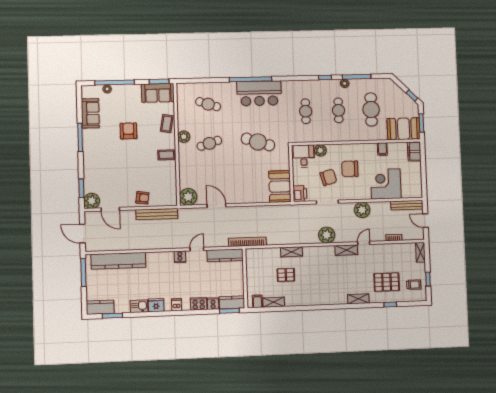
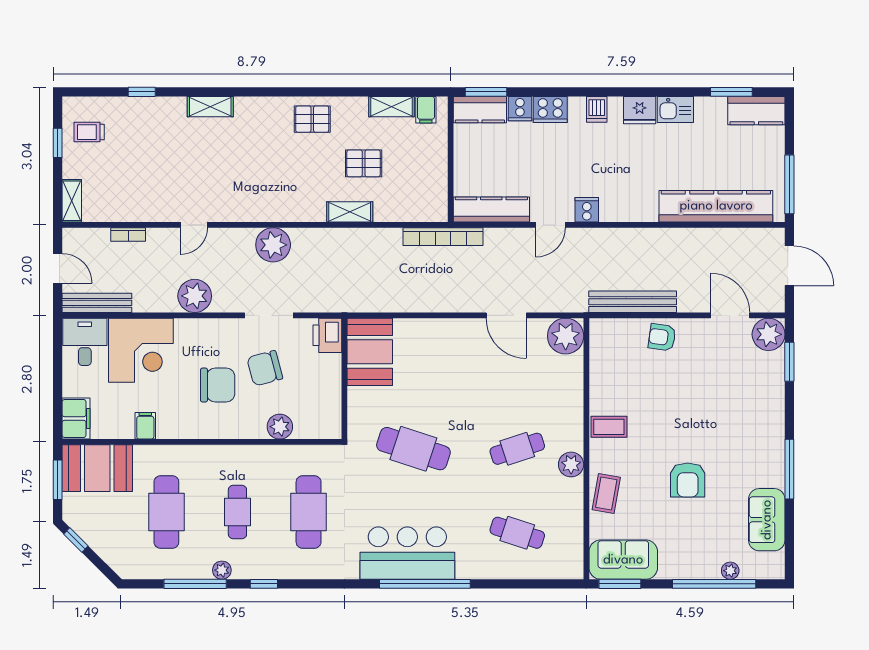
cafe table: (306, 111) -> (309, 512), width x1.37, depth x1.35
desk: (304, 156) -> (85, 342), moved, turned 180
shelving: (346, 250) -> (232, 211), removed
pallet: (387, 282) -> (312, 119), moved, width x0.67, depth x0.71

